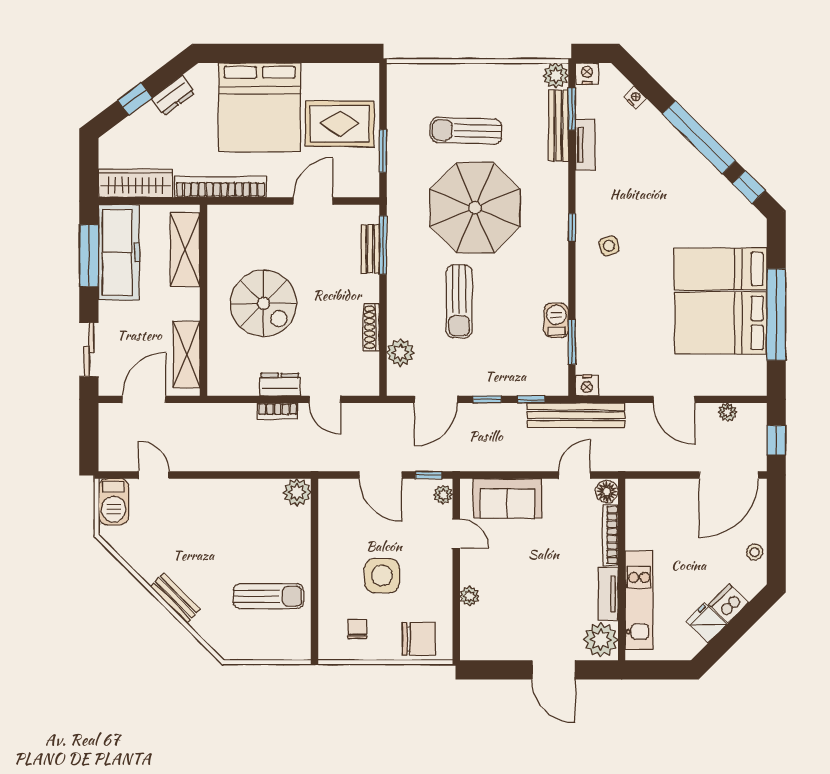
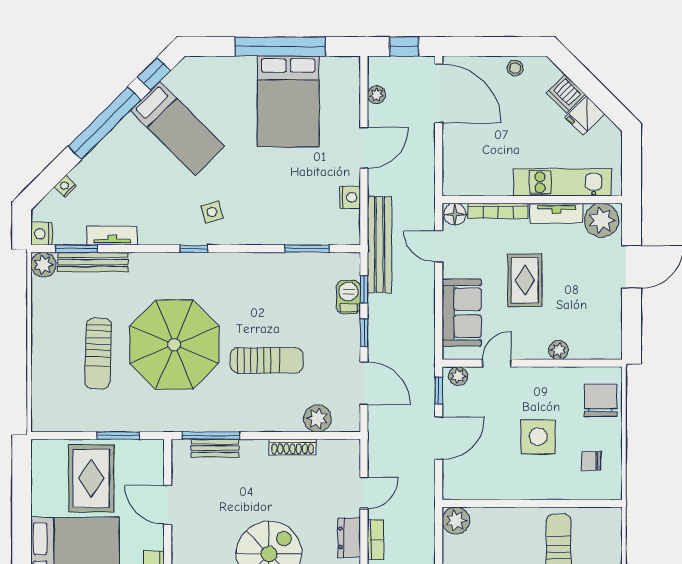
bed: (720, 269) -> (177, 128), moved, turned -45
barbecue: (556, 320) -> (348, 297), moved, turned 90
nightstand: (587, 385) -> (350, 197), moved
rug: (540, 562) -> (525, 280), added

